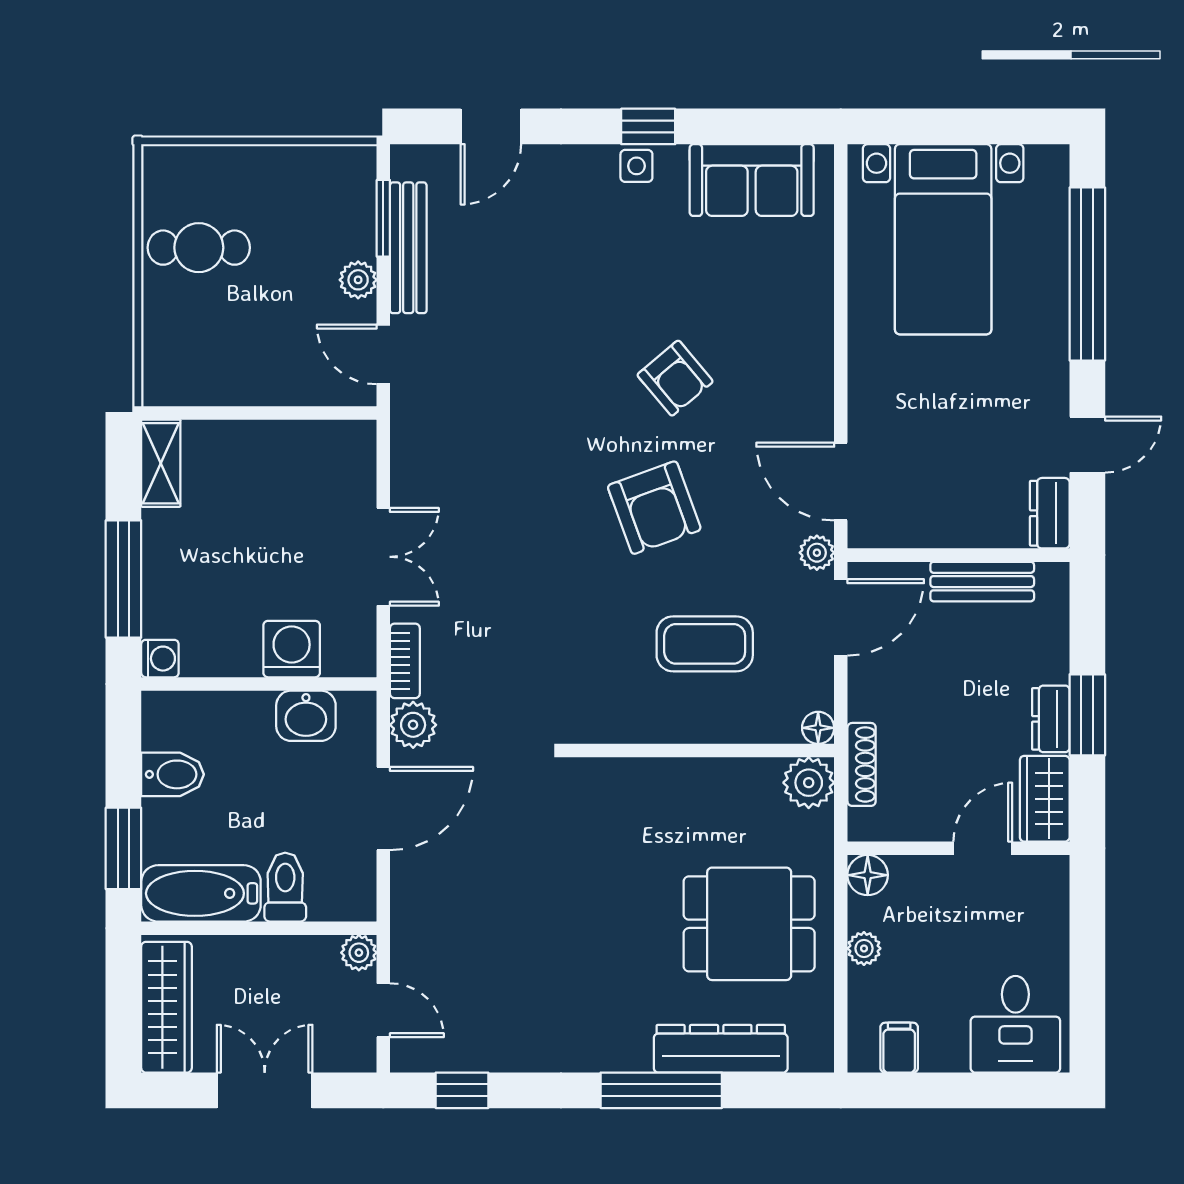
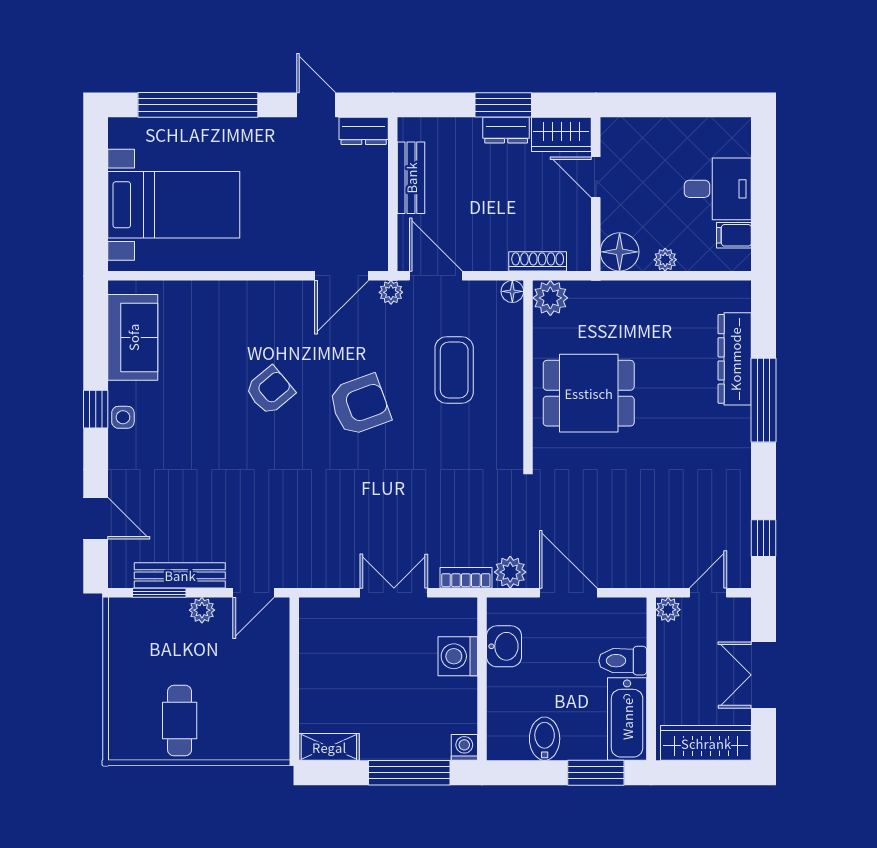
floor lamp: (868, 875) -> (620, 252), width x1.38, depth x1.38
dining table: (749, 924) -> (589, 393), moved, turned 90
desk: (1015, 1024) -> (718, 189), moved

